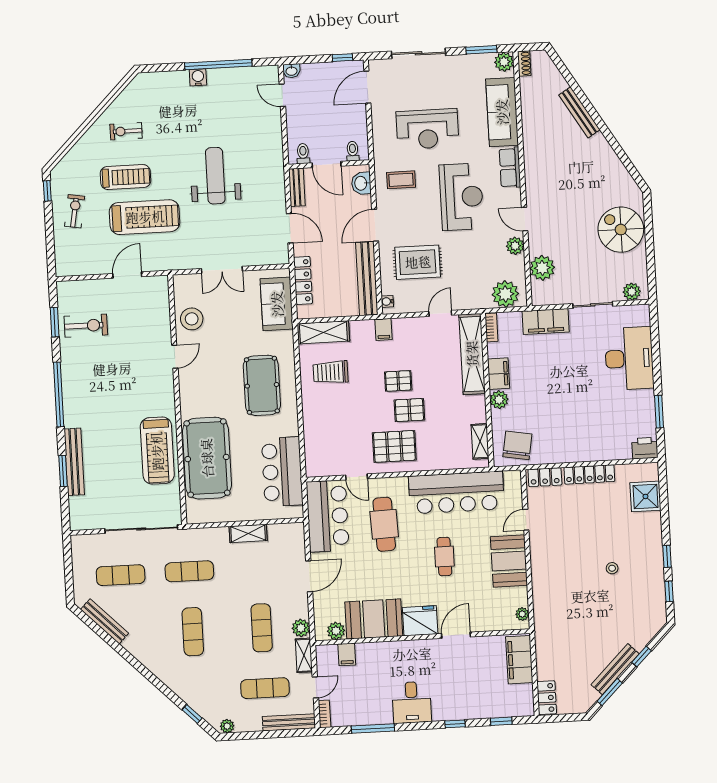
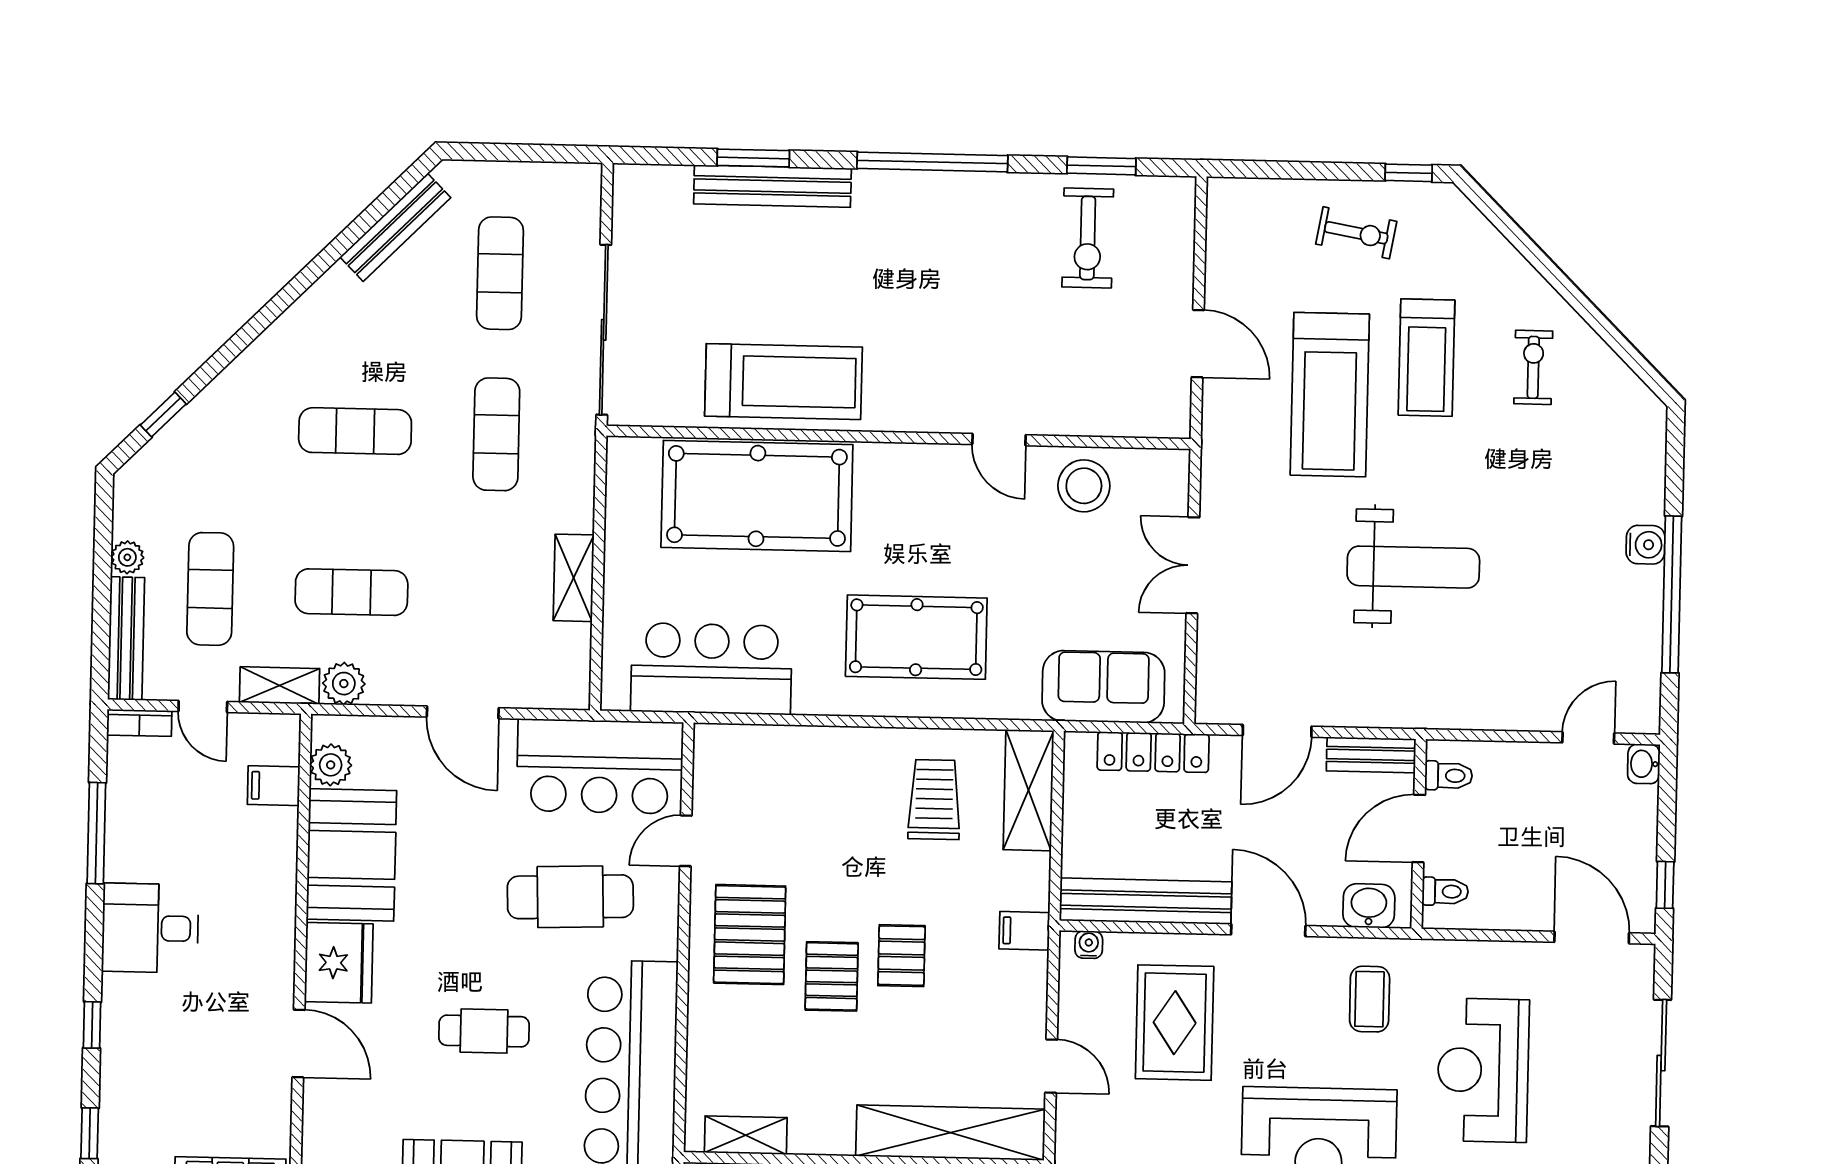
treadmill: (157, 451) -> (784, 382), turned 180
plant: (227, 726) -> (127, 557), moved

